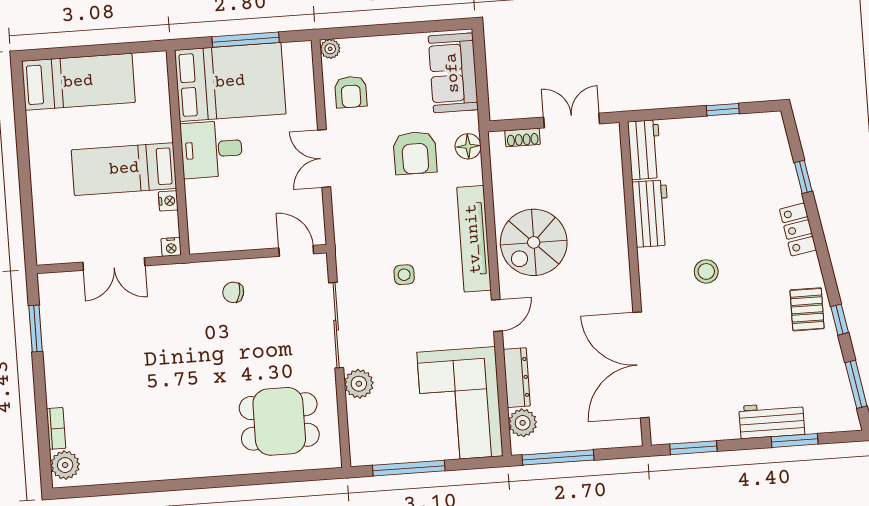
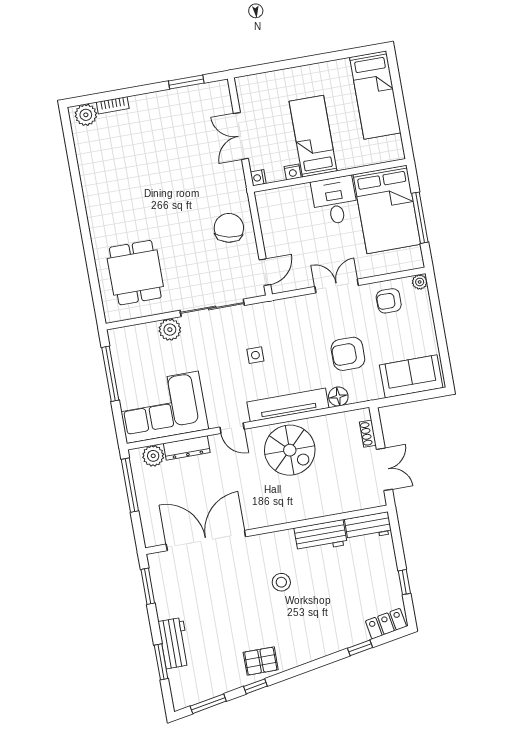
floor lamp: (468, 146) -> (338, 397), moved
locker: (798, 230) -> (386, 624), moved
spiral stairs: (534, 242) -> (290, 450), turned 180
chair: (233, 292) -> (229, 228), width x1.87, depth x1.87

